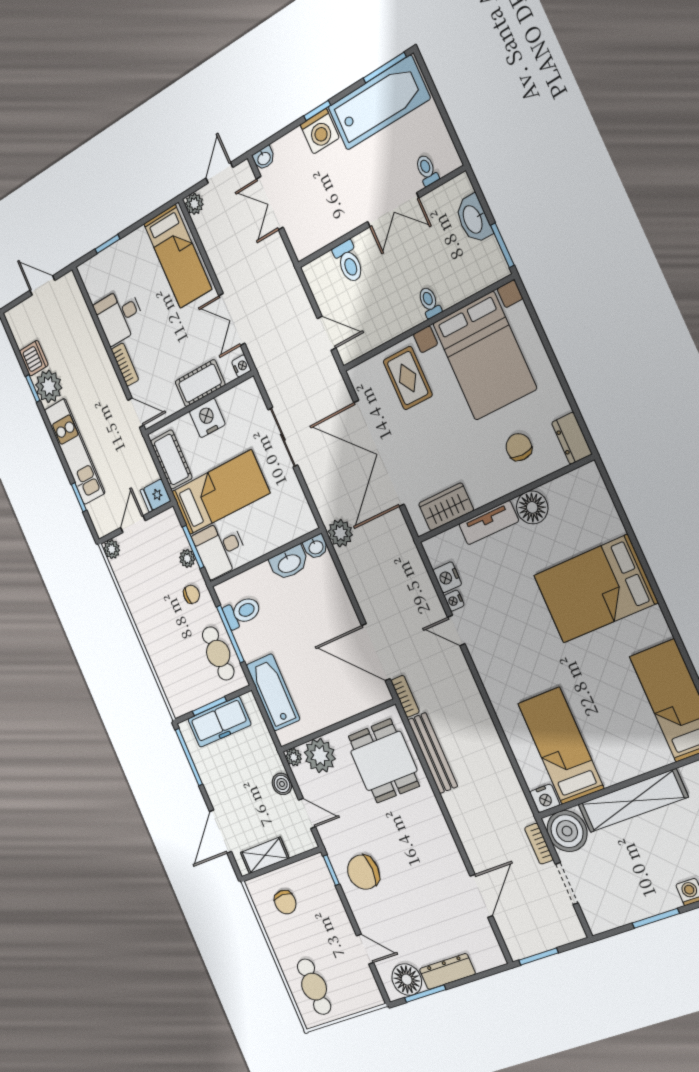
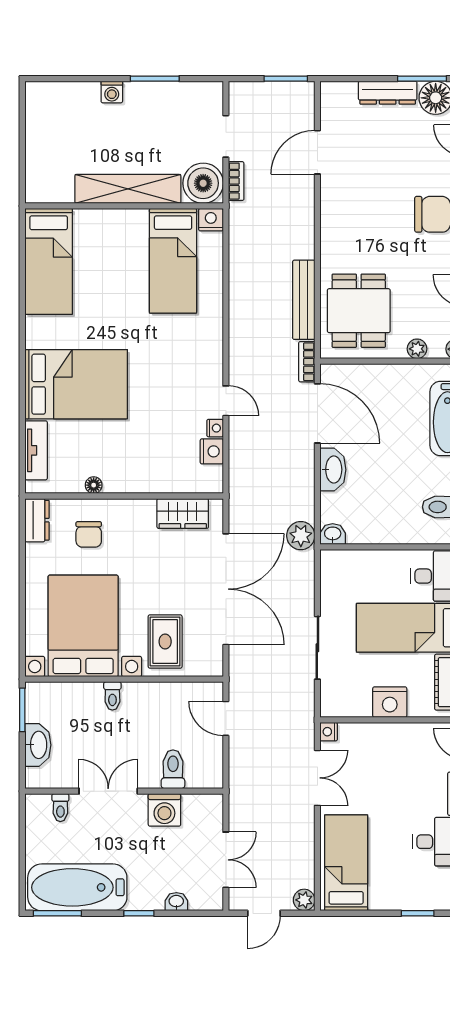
washing machine: (320, 131) -> (164, 810), moved, turned 180
washbasin: (264, 158) -> (176, 902), moved
cot: (200, 383) -> (381, 737), removed
floor lamp: (532, 507) -> (94, 485), width x0.53, depth x0.53
tv unit: (489, 523) -> (36, 450), moved, turned 90
washbasin: (289, 563) -> (333, 470), moved, turned 90
plant: (320, 756) -> (417, 349), width x0.53, depth x0.53

